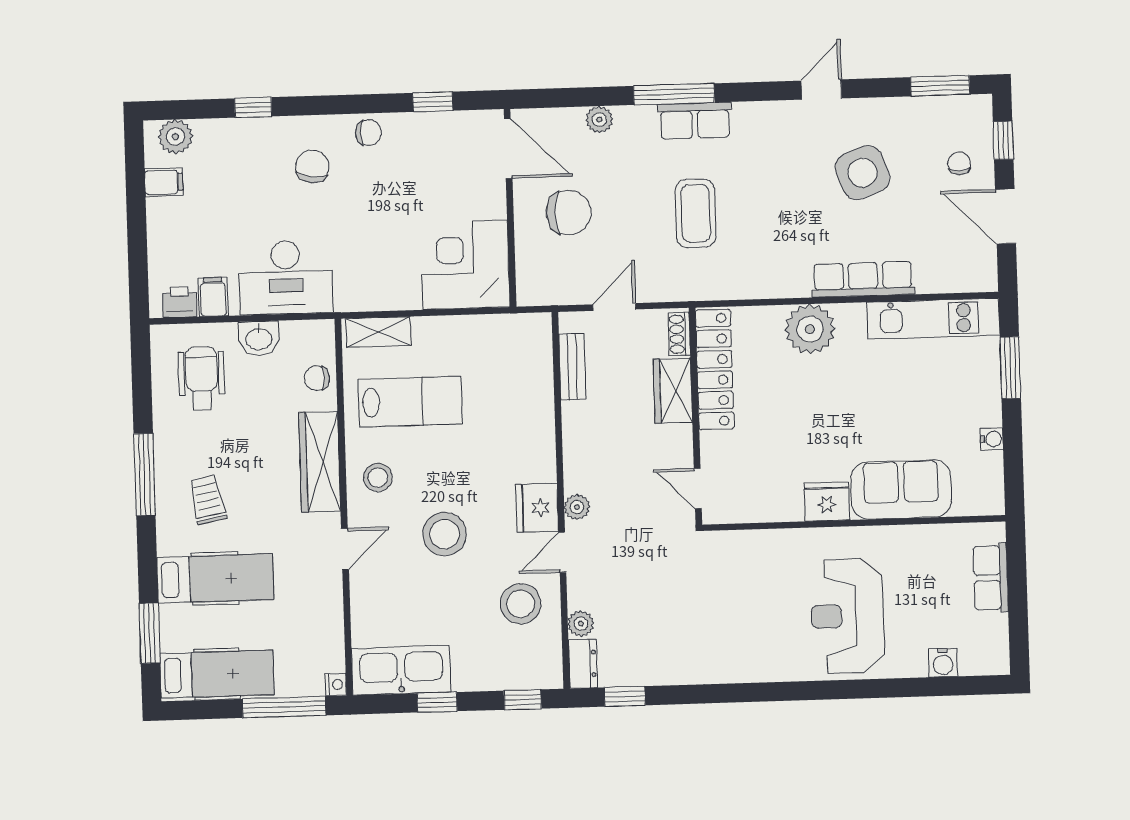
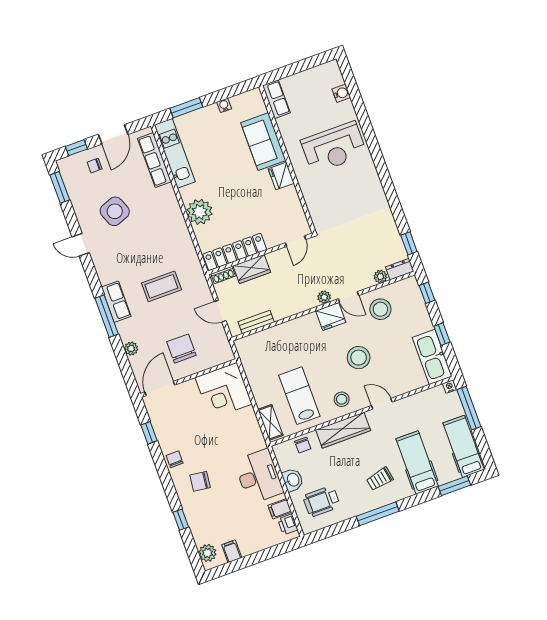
row of seats: (863, 279) -> (154, 160), moved
row of seats: (991, 578) -> (276, 99), moved, turned -90

